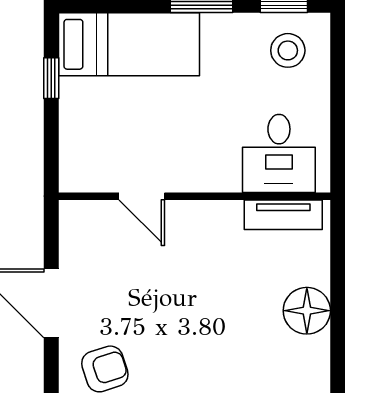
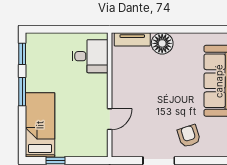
stool: (288, 50) -> (43, 52), removed
tv unit: (283, 215) -> (132, 39), moved, turned 90

